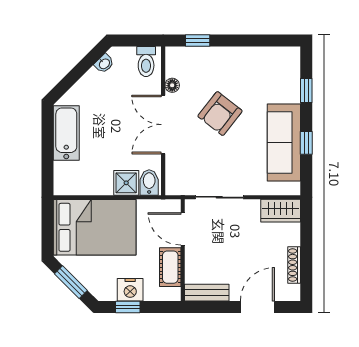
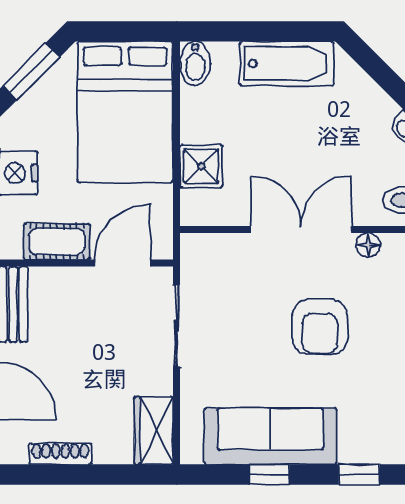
armchair: (220, 114) -> (320, 327), turned -128
bidet: (149, 182) -> (195, 63), moved, turned 90

